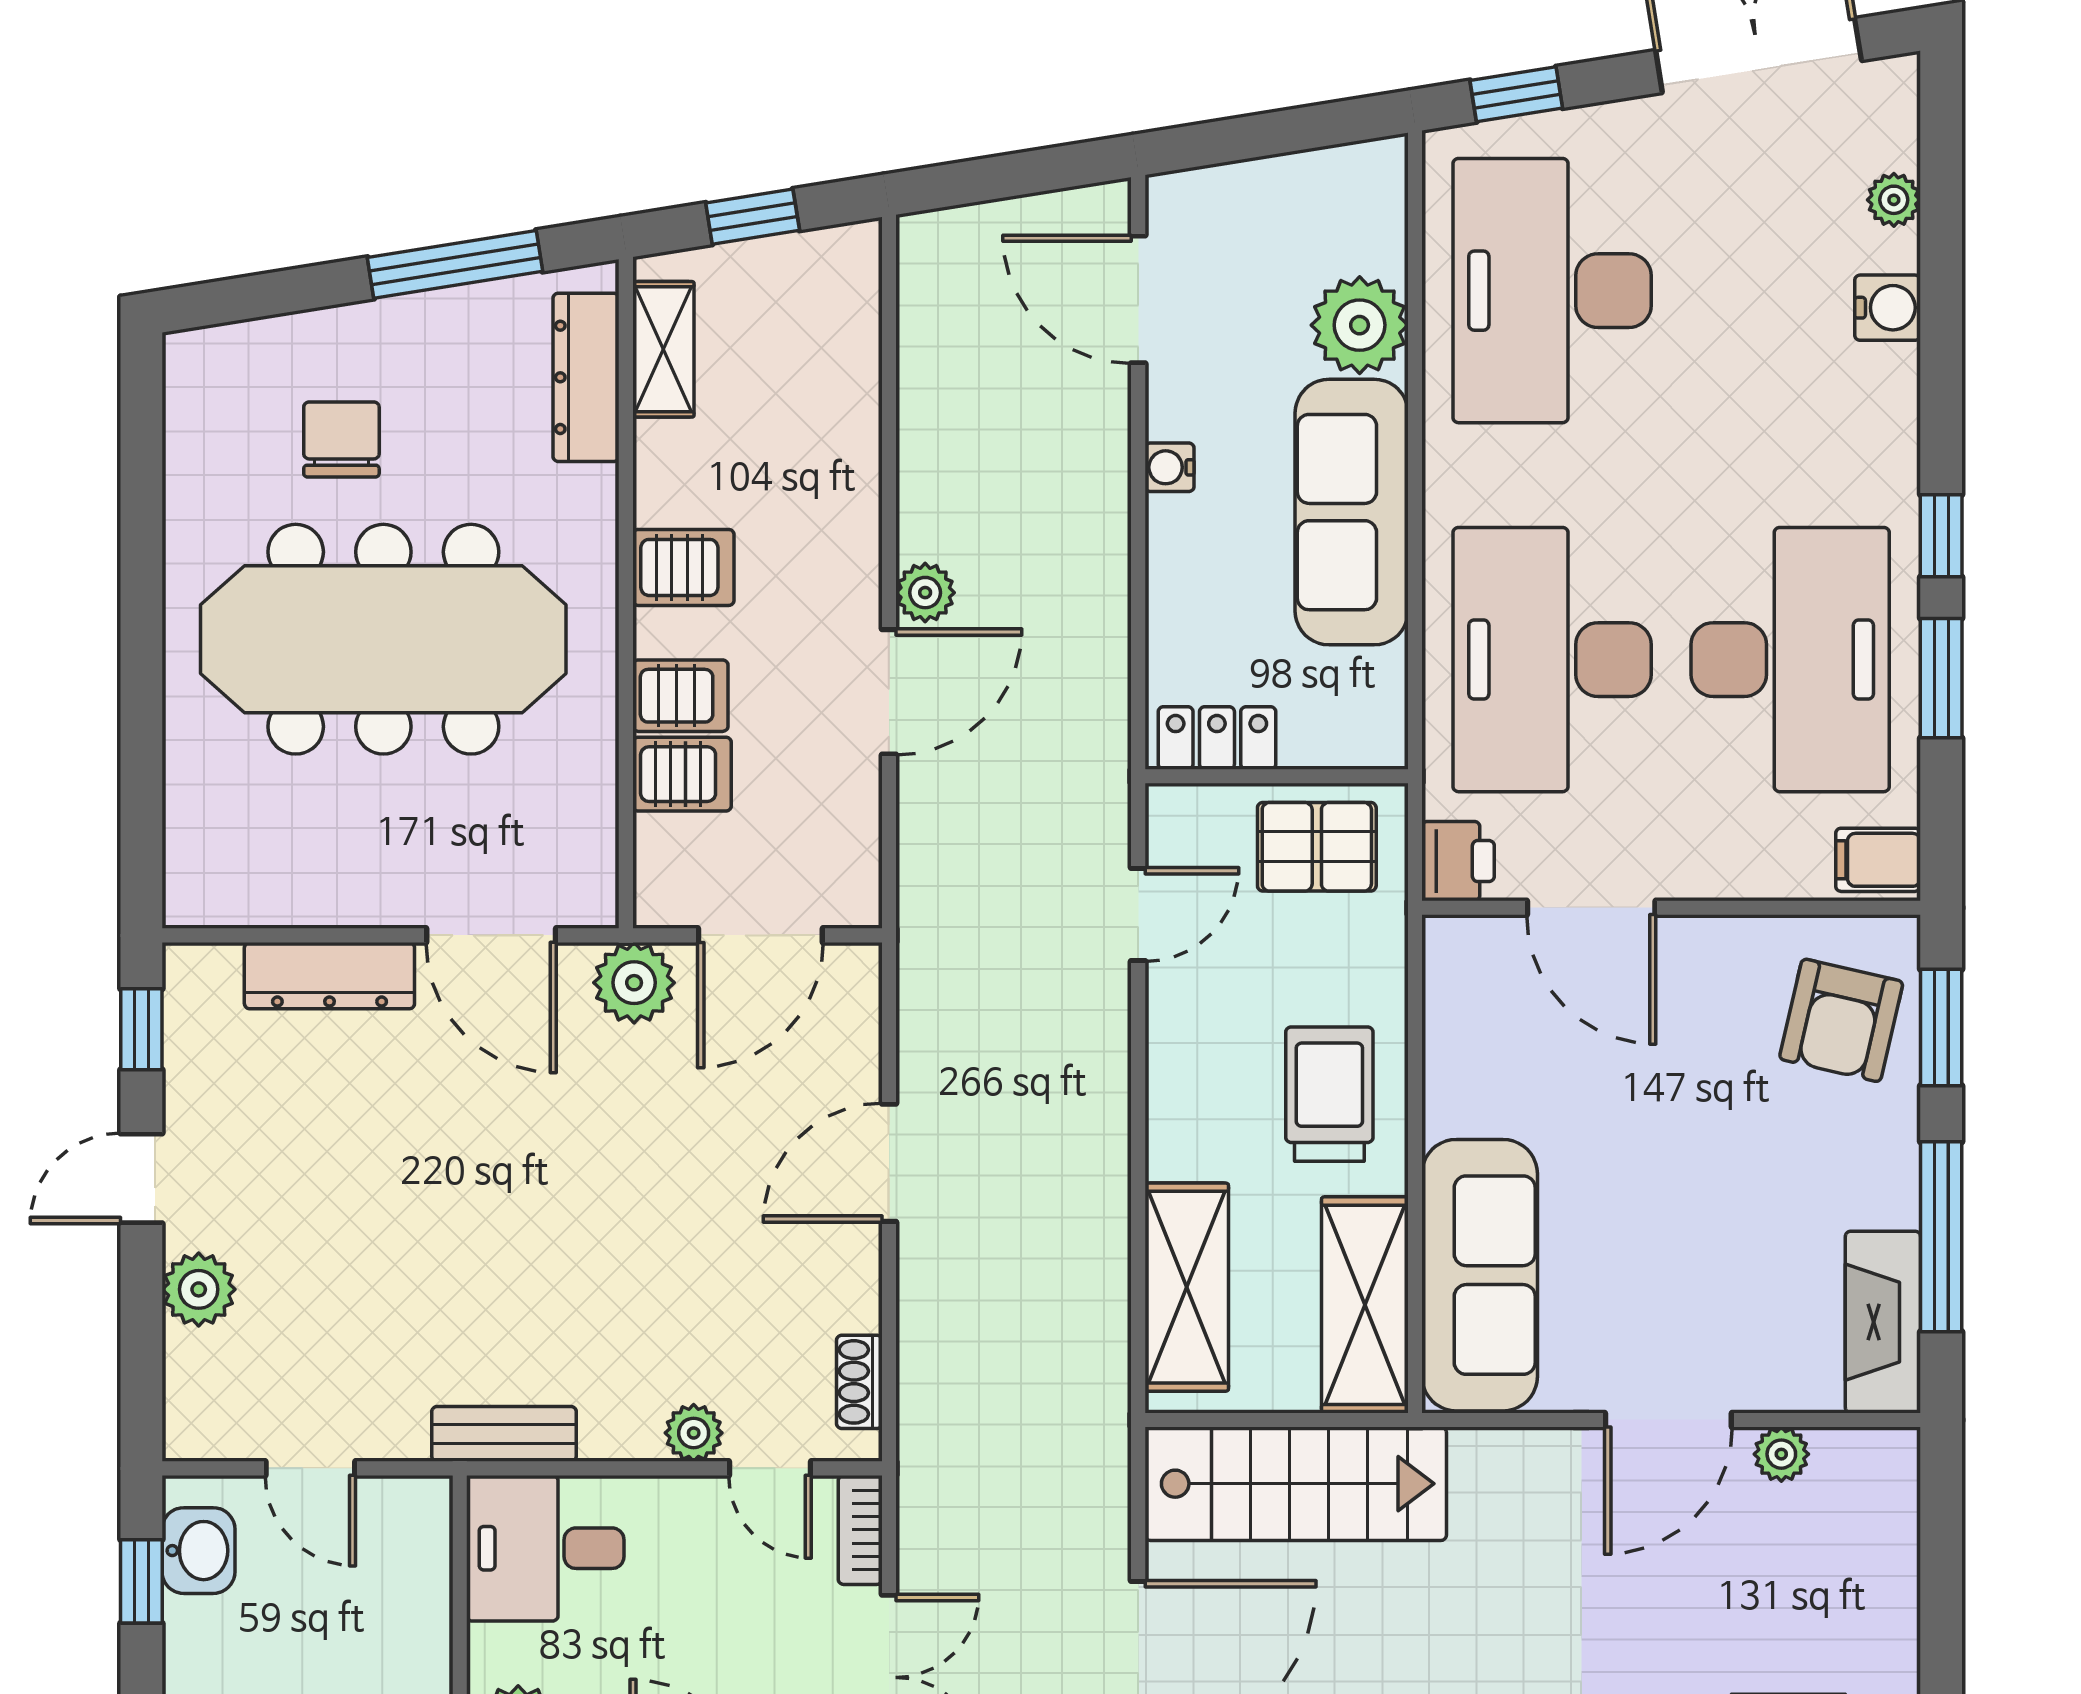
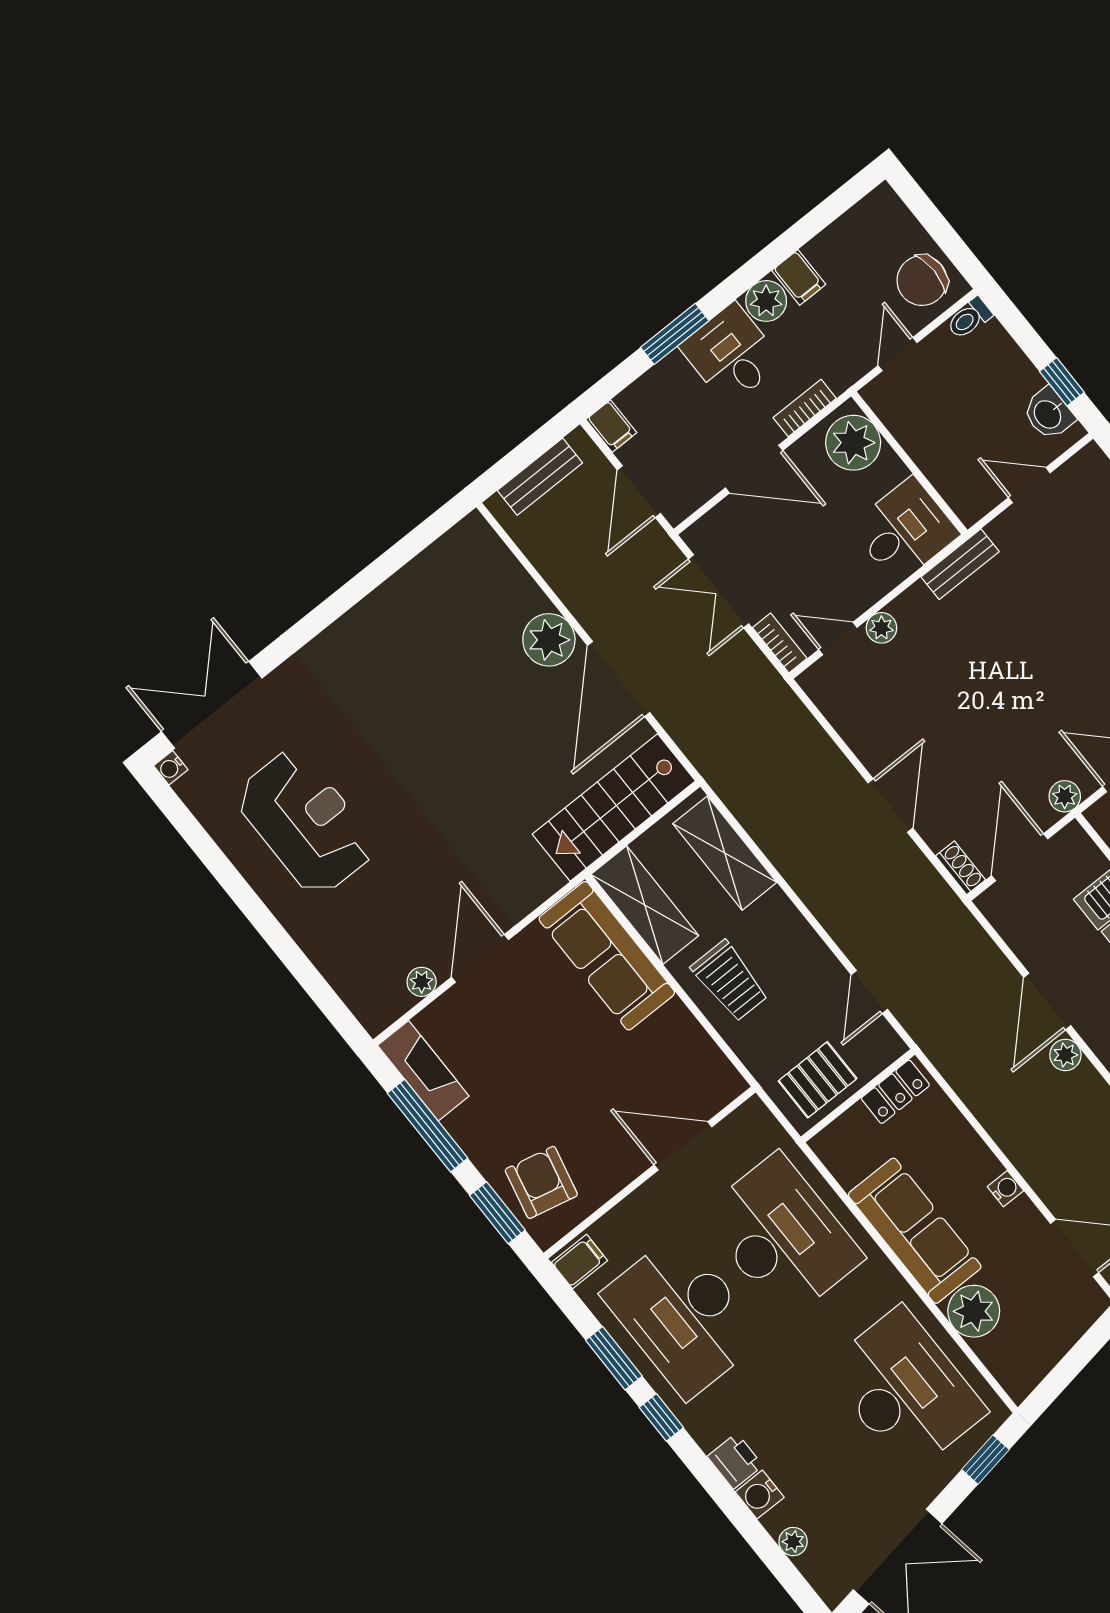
printer: (1458, 861) -> (735, 1461), moved, turned 180
plant: (634, 983) -> (1065, 796), width x0.73, depth x0.73
shoe rack: (859, 1382) -> (961, 868), moved

